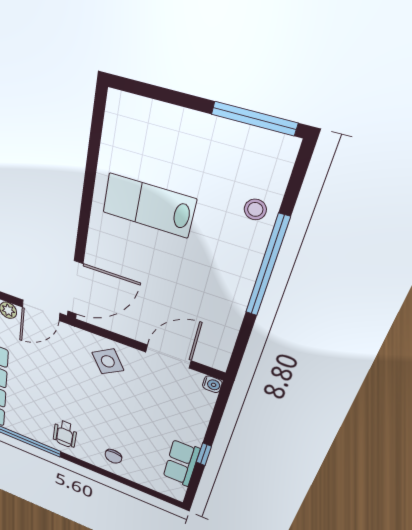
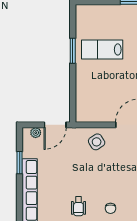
window: (88, 190) -> (73, 51), added
door: (75, 288) -> (73, 104), removed

